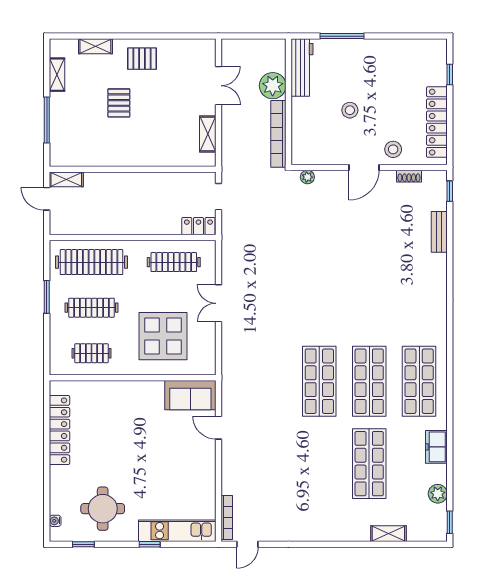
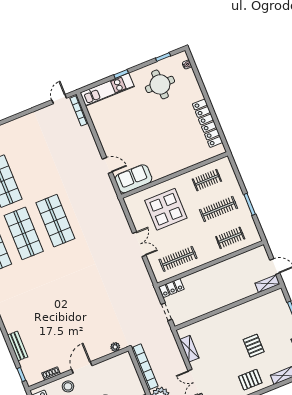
clothes rail: (91, 262) -> (230, 238), width x0.54, depth x0.76

